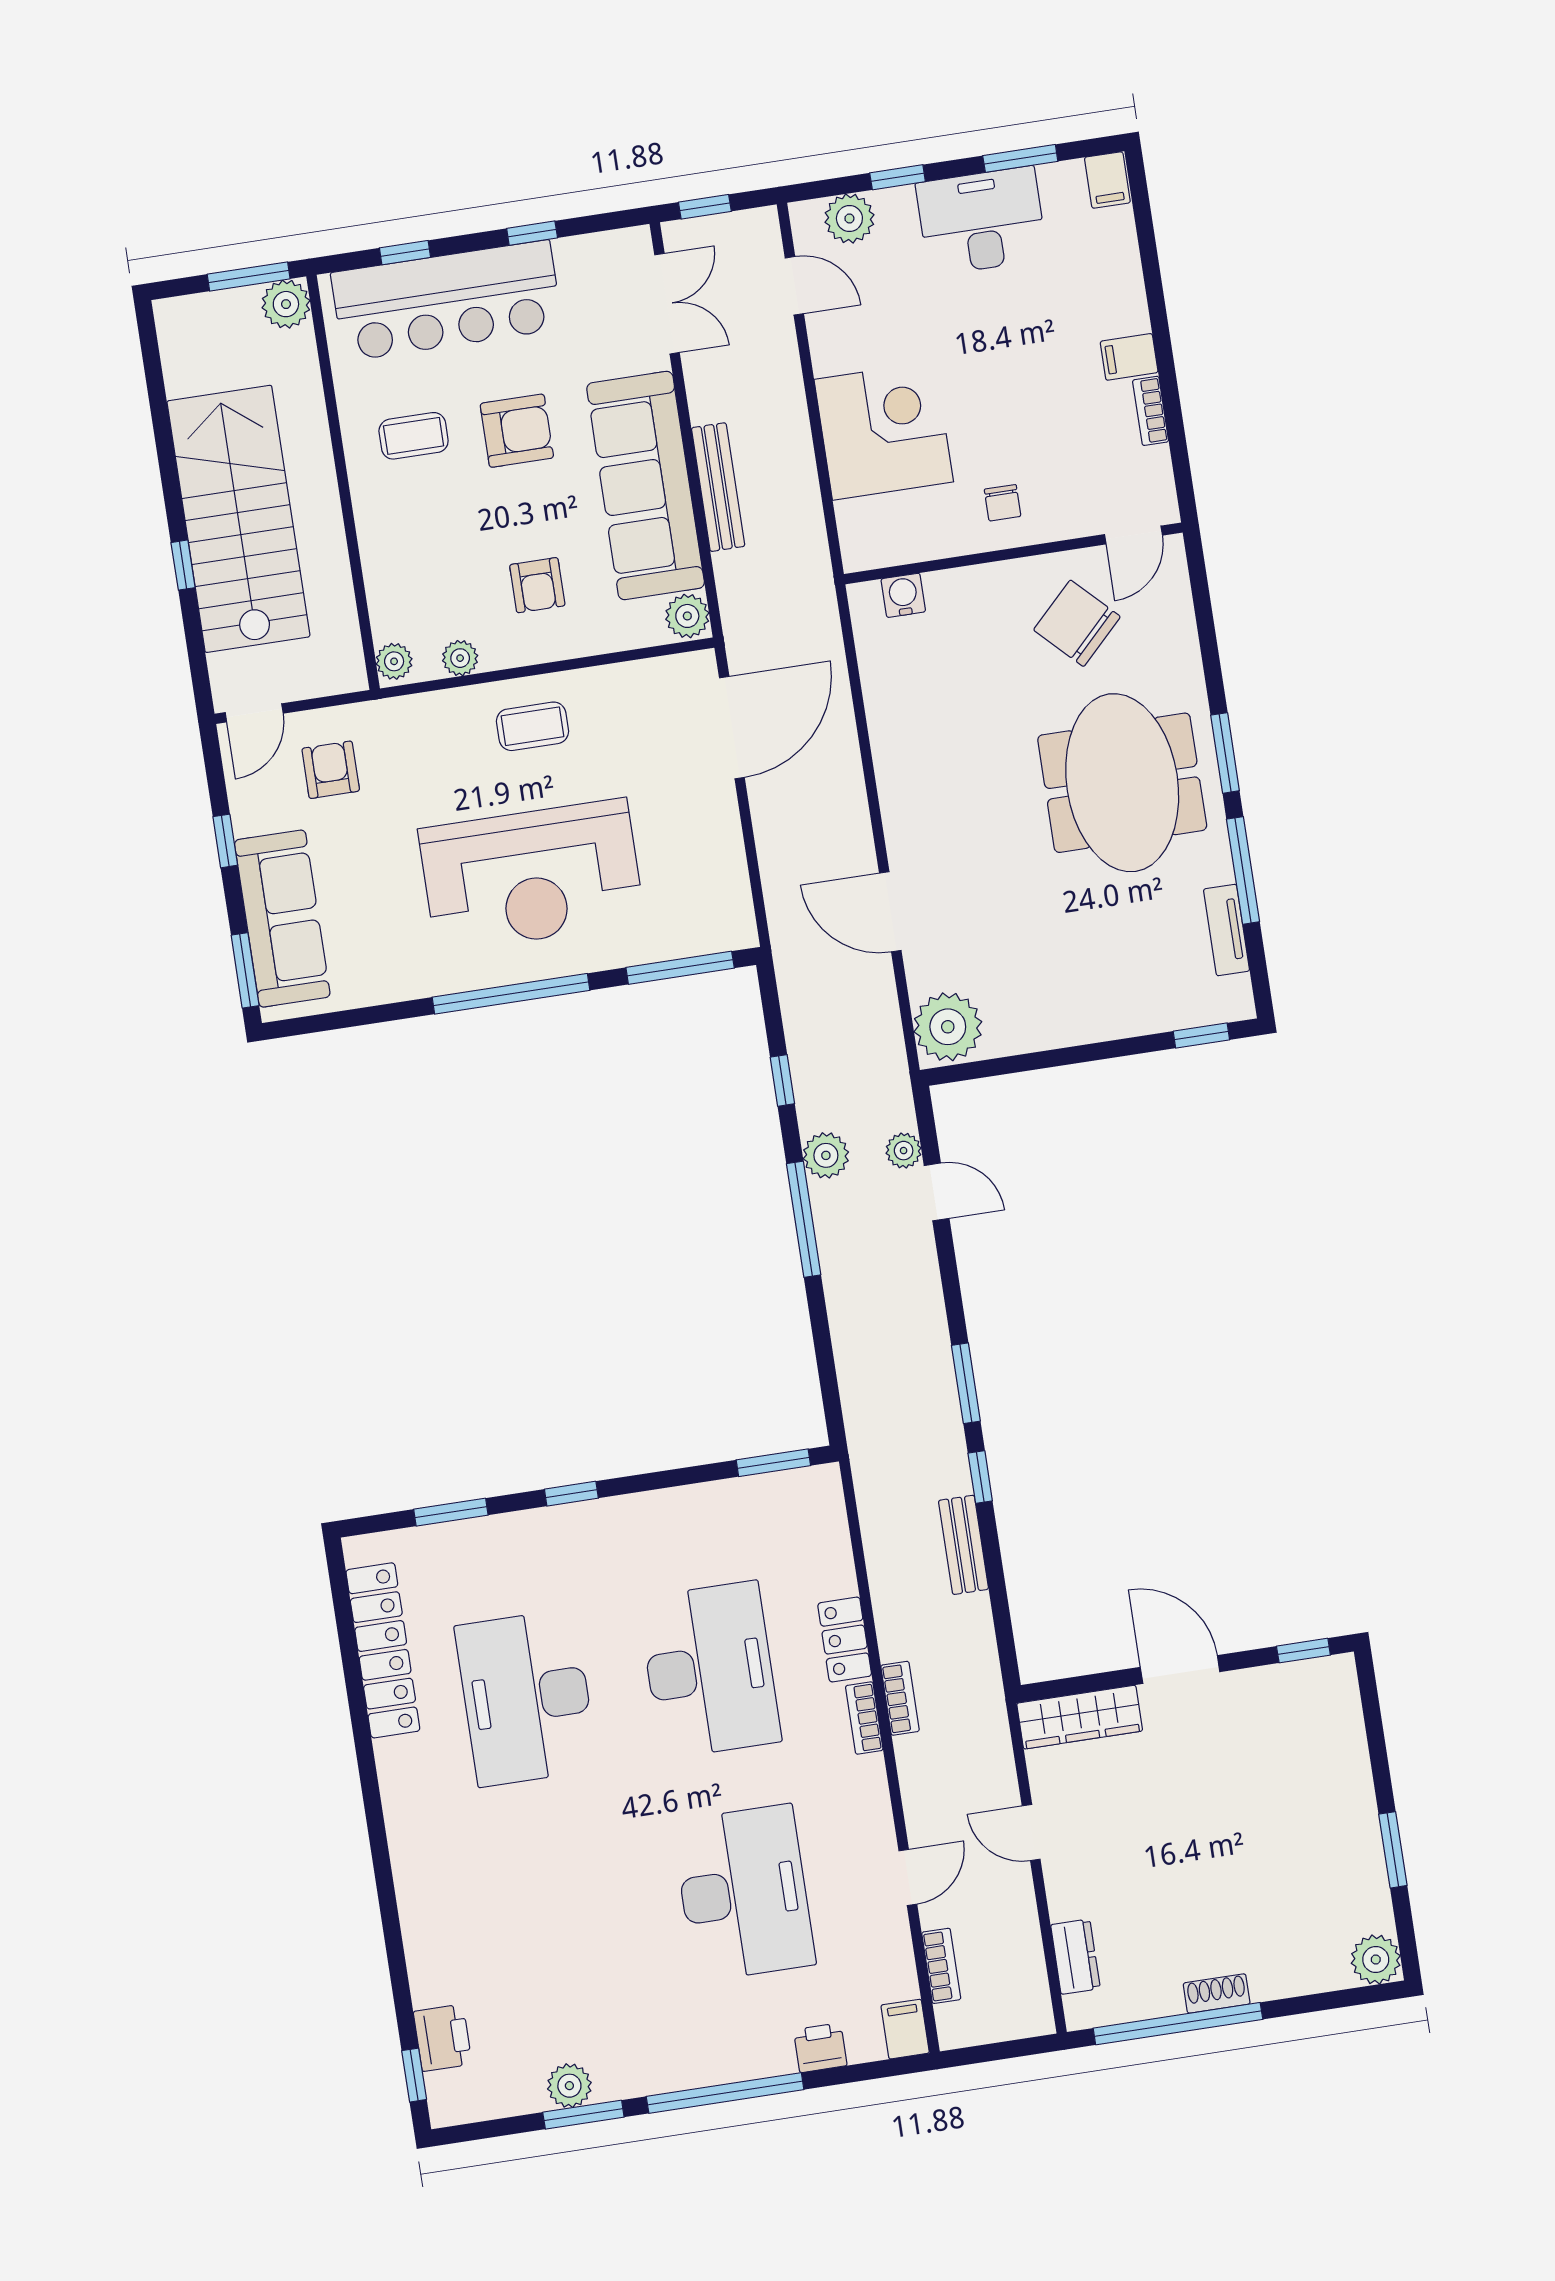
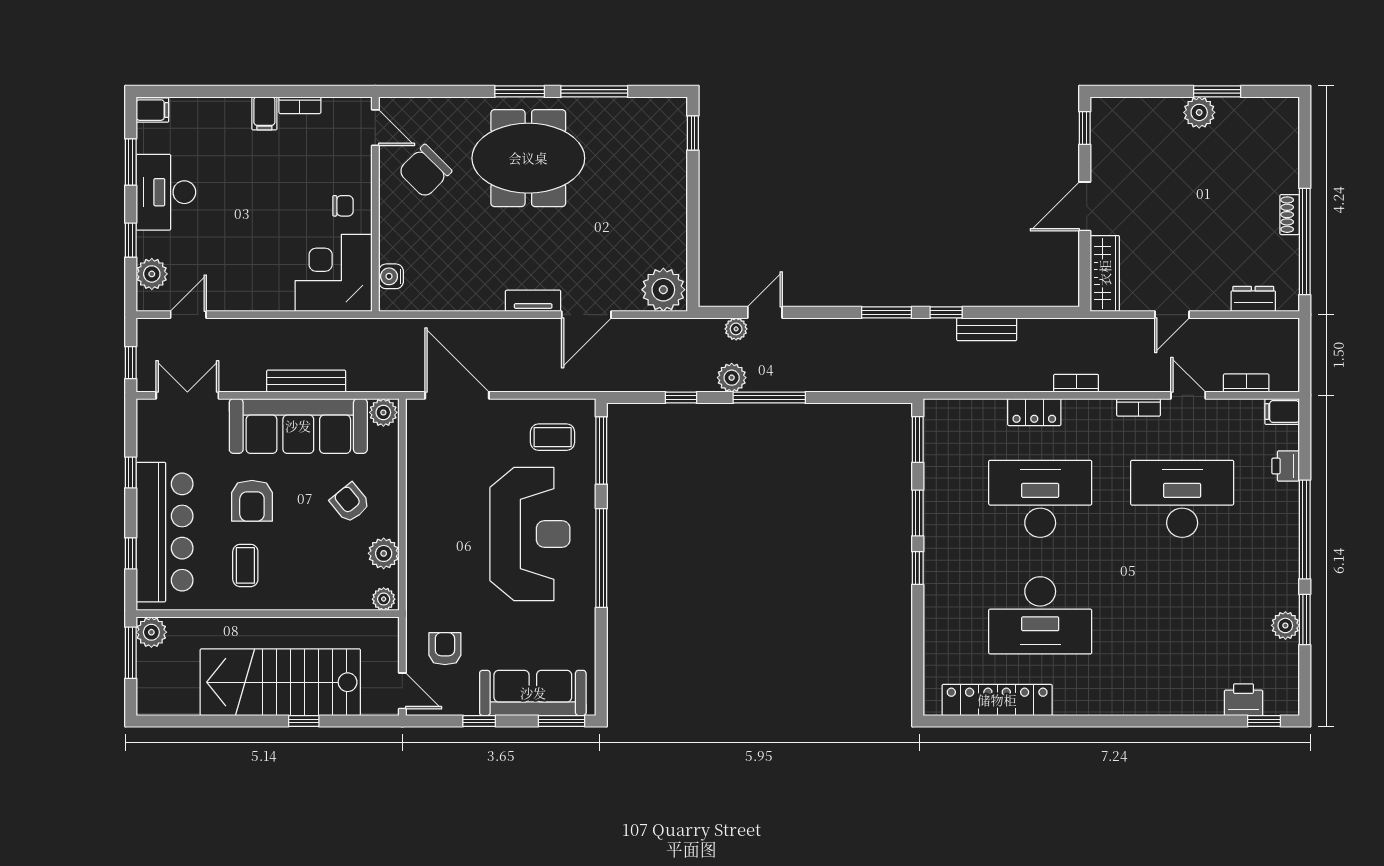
armchair: (517, 431) -> (252, 501), turned 180
corner desk: (884, 431) -> (334, 273), moved
armchair: (537, 585) -> (350, 503), turned -129
plant: (460, 658) -> (384, 553), width x1.38, depth x1.38
coffee table: (532, 726) -> (553, 437), moved, turned 90
armchair: (331, 770) -> (445, 649), turned 90
tv unit: (1226, 930) -> (533, 301), moved, turned 180
window: (451, 1512) -> (918, 513), moved
bookcase: (864, 1718) -> (1139, 407), moved
plant: (1376, 1960) -> (1199, 112), moved

